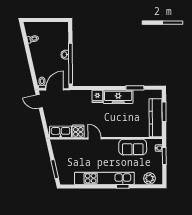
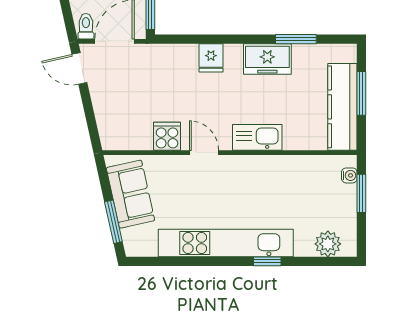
freezer: (118, 97) -> (267, 59), width x0.71
kitchen sink: (61, 132) -> (257, 137), moved
sofa: (133, 147) -> (130, 194), moved, turned -103

